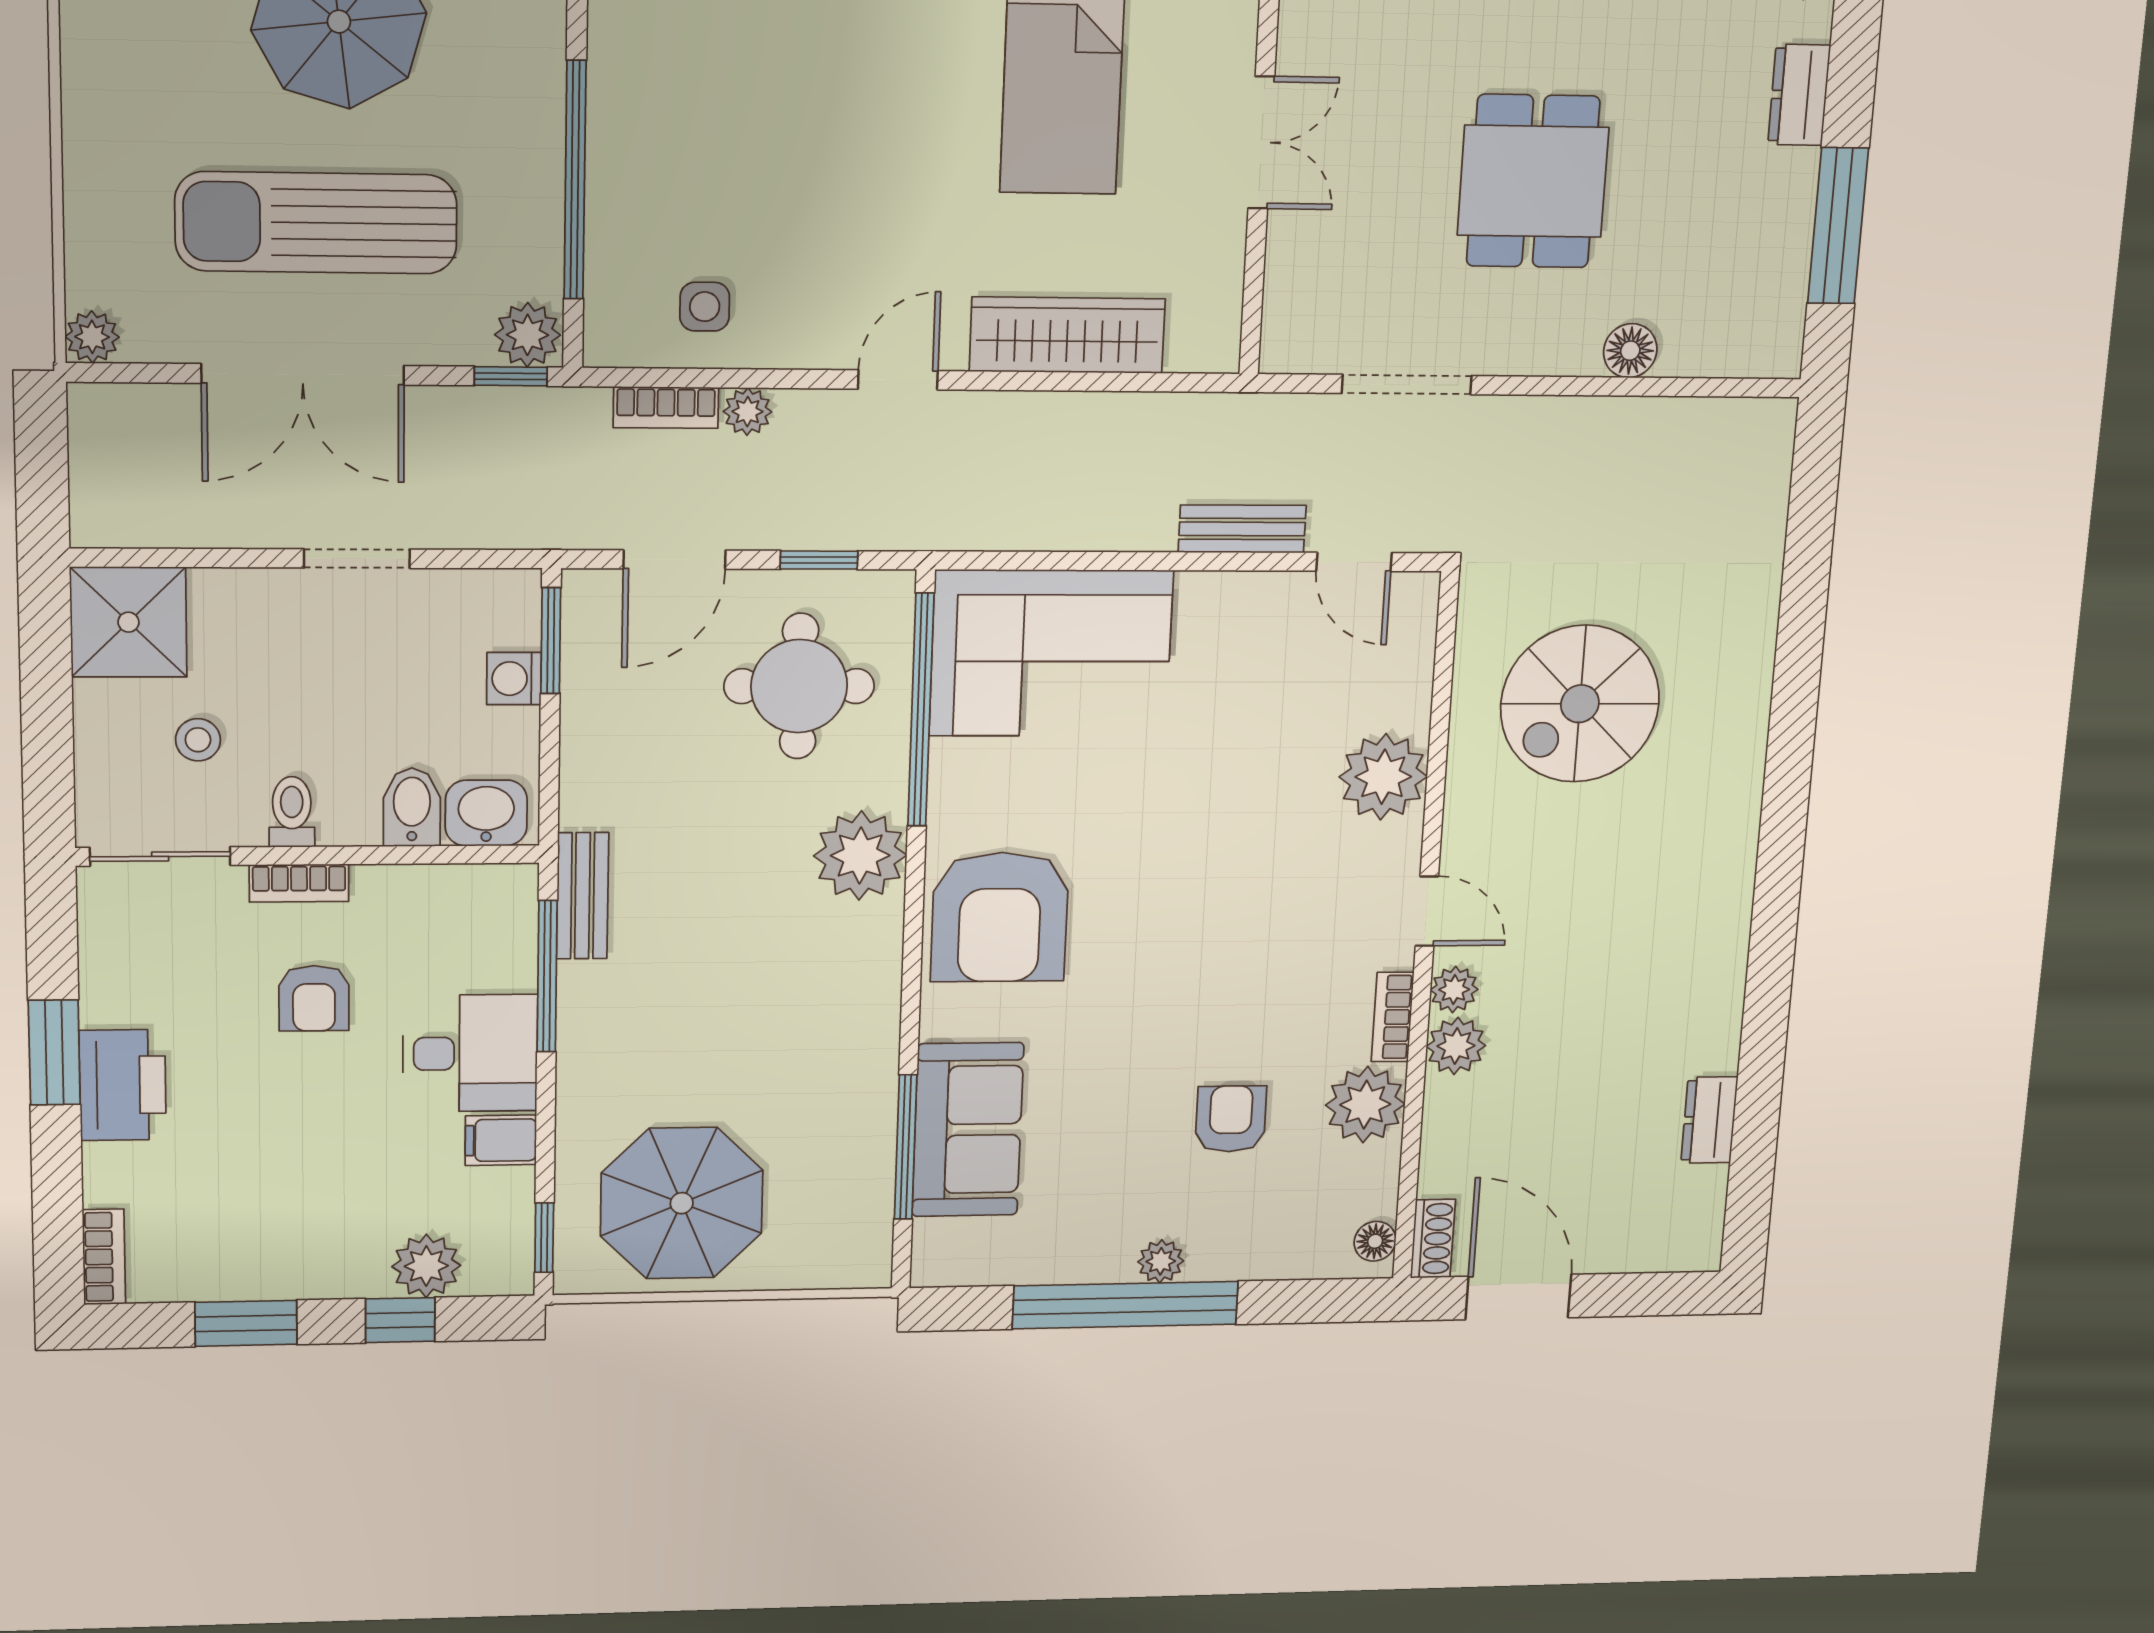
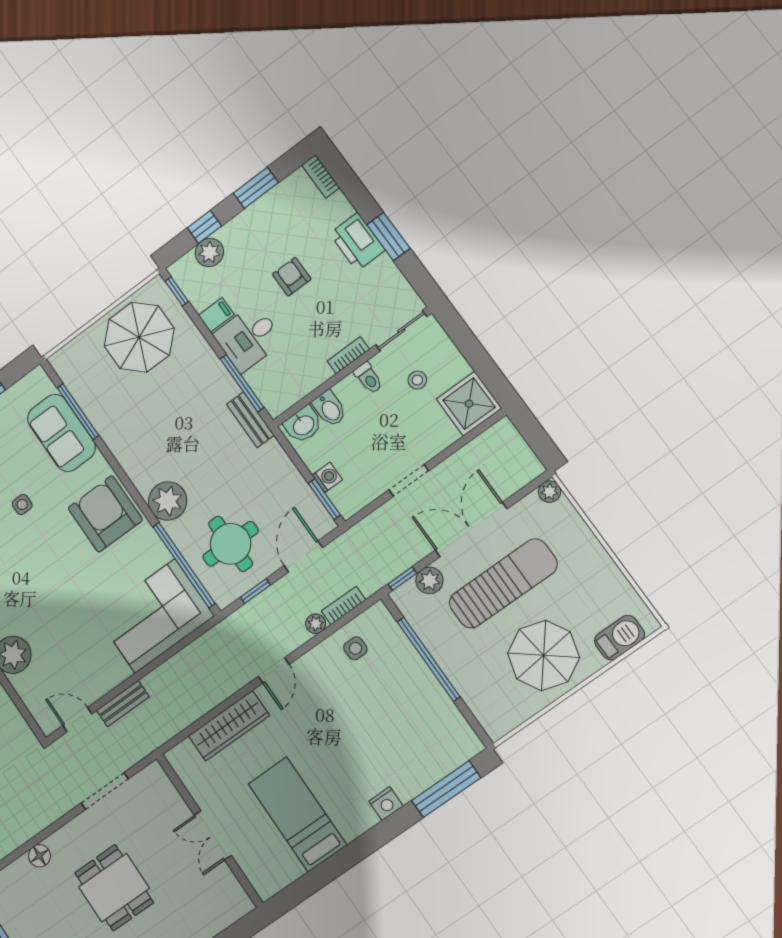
plant: (528, 335) -> (429, 580), moved
armchair: (314, 998) -> (292, 277), moved
side table: (1146, 1049) -> (22, 504), added

